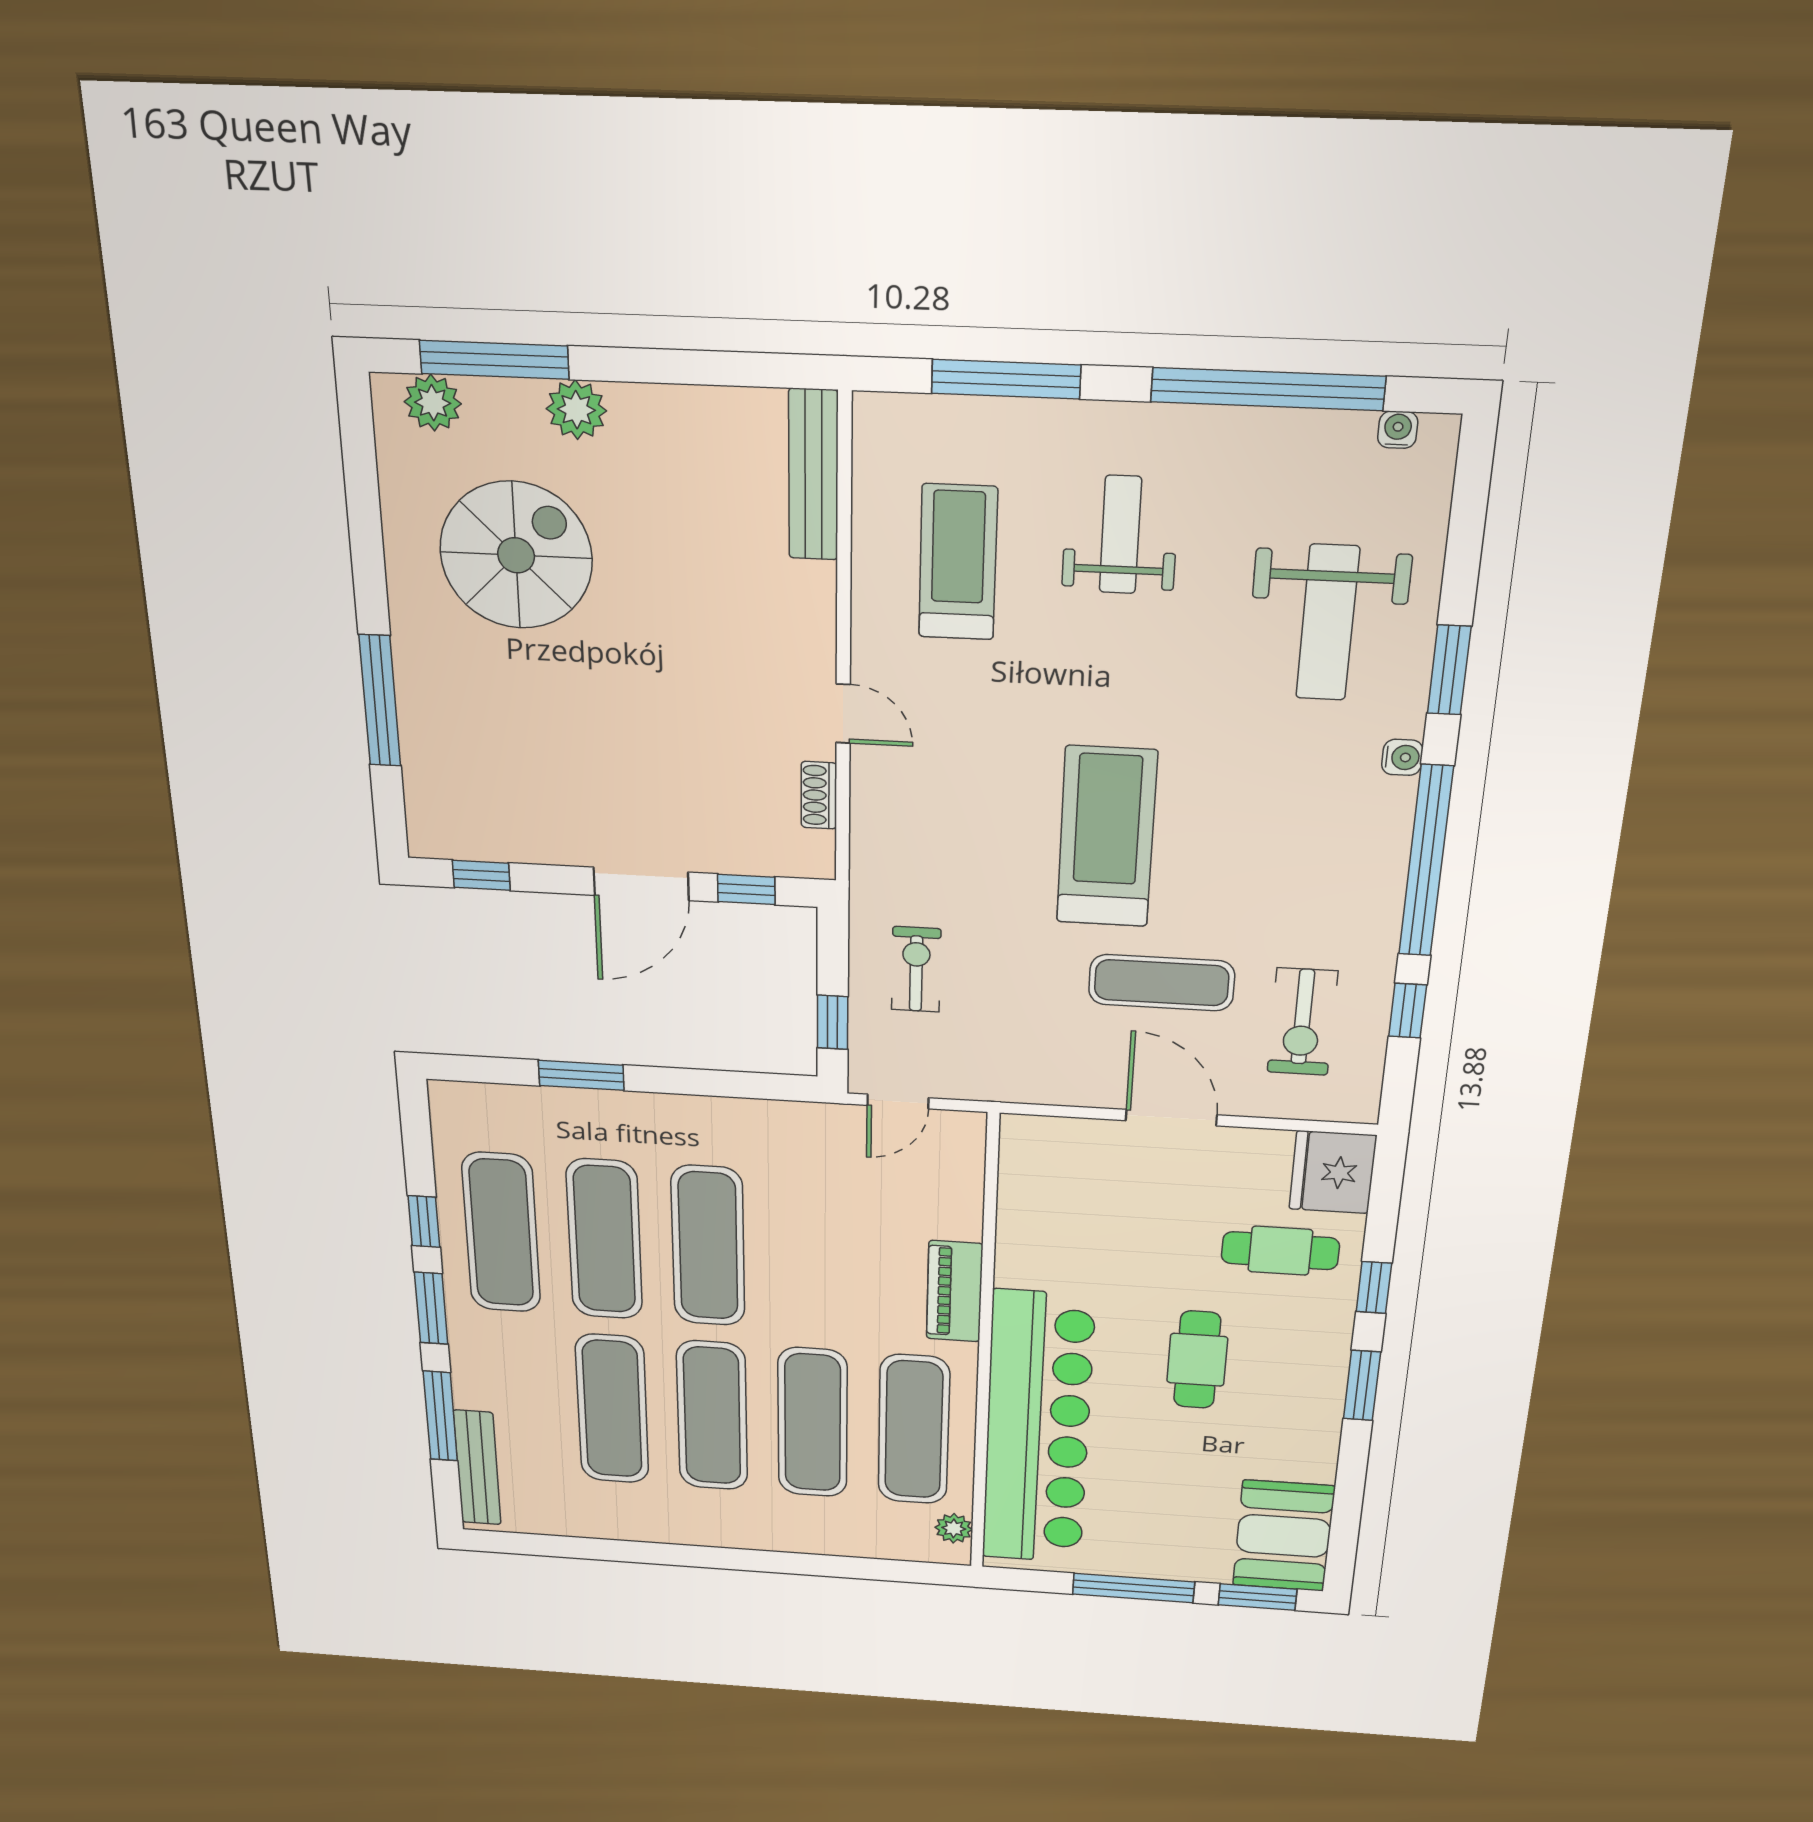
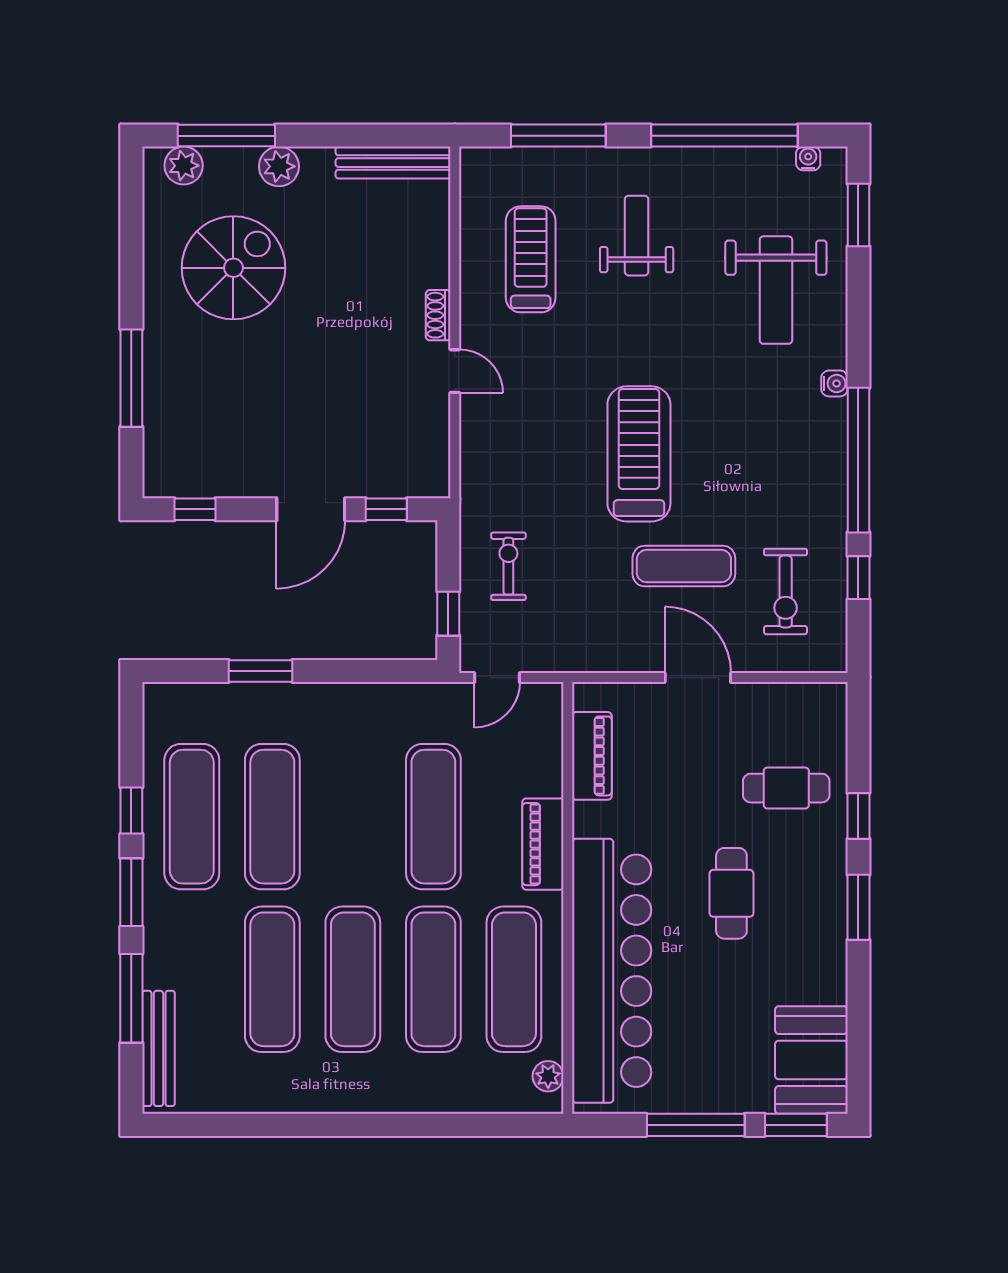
bench: (813, 475) -> (393, 163), moved, turned 90
window: (1449, 670) -> (858, 215), moved
shoe rack: (819, 795) -> (438, 315), moved
fridge: (1333, 1172) -> (819, 716), removed
piano: (1023, 1199) -> (592, 756), added
exercise mat: (708, 1246) -> (433, 817), moved

